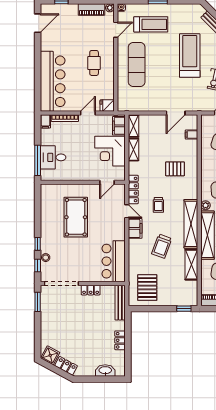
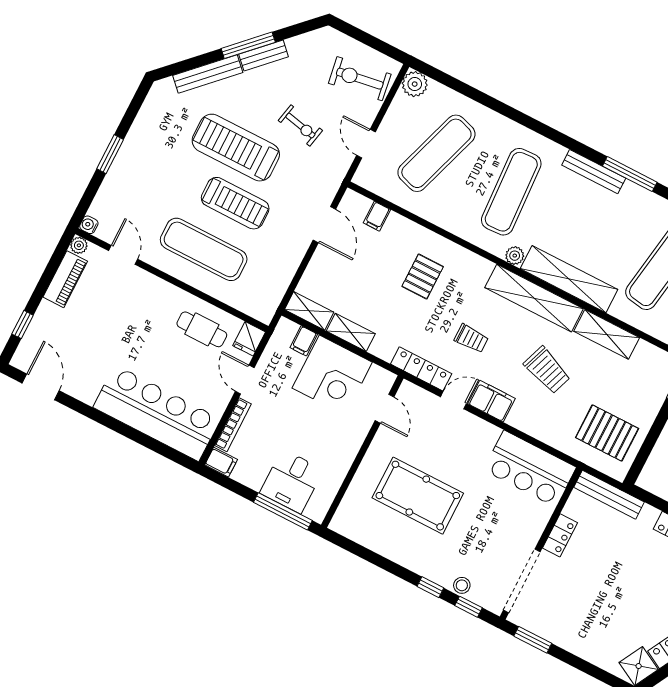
treadmill: (151, 24) -> (235, 203), moved, turned 90
cafe table: (94, 63) -> (202, 329), moved
filing cabinet: (119, 126) -> (304, 341), width x0.50

